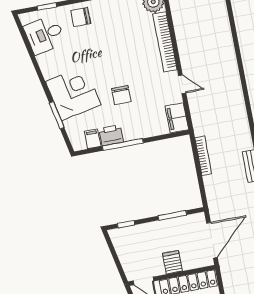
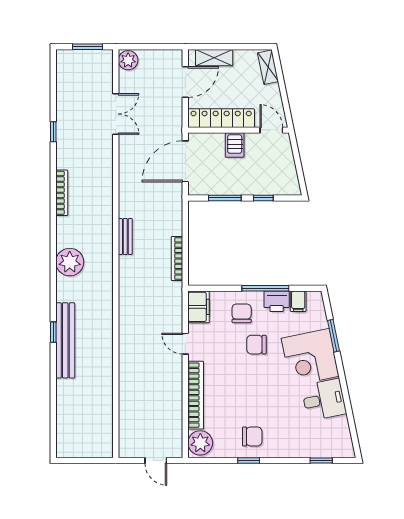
chair: (81, 17) -> (252, 436), moved
desk: (45, 35) -> (324, 400), moved
chair: (121, 95) -> (256, 345), turned -90
chair: (139, 119) -> (242, 313), added
window: (126, 224) -> (263, 198), moved

